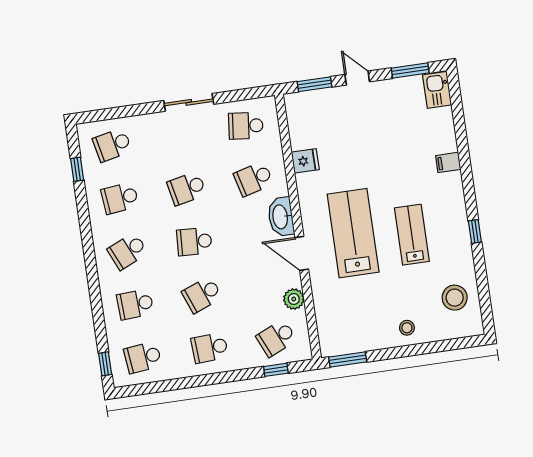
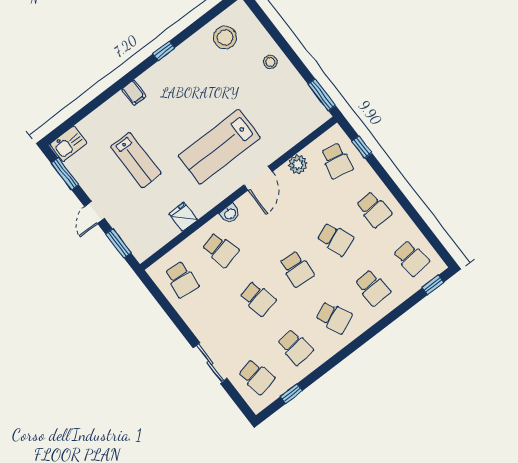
sliding door: (189, 102) -> (210, 363), moved
filing cabinet: (448, 162) -> (134, 93), moved
washbasin: (281, 217) -> (230, 214), width x0.52, depth x0.69
lab bench: (412, 235) -> (136, 160), moved, turned -90
school desk: (276, 338) -> (337, 161), turned 36

